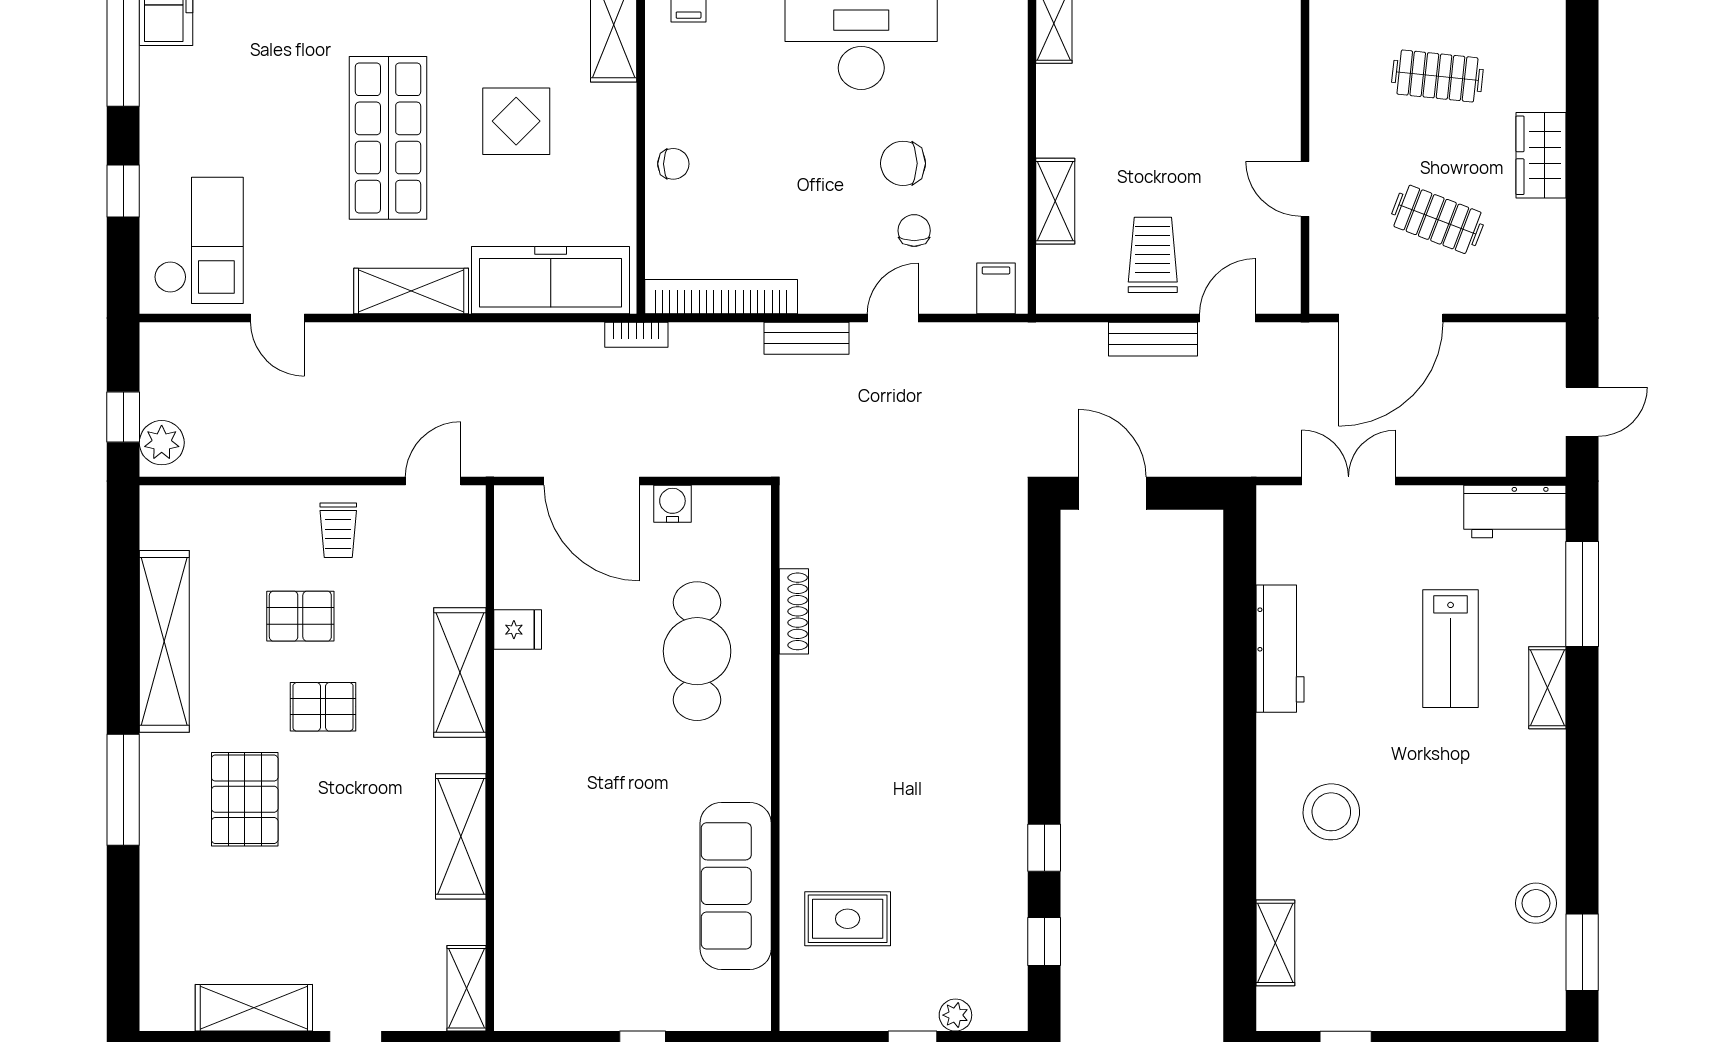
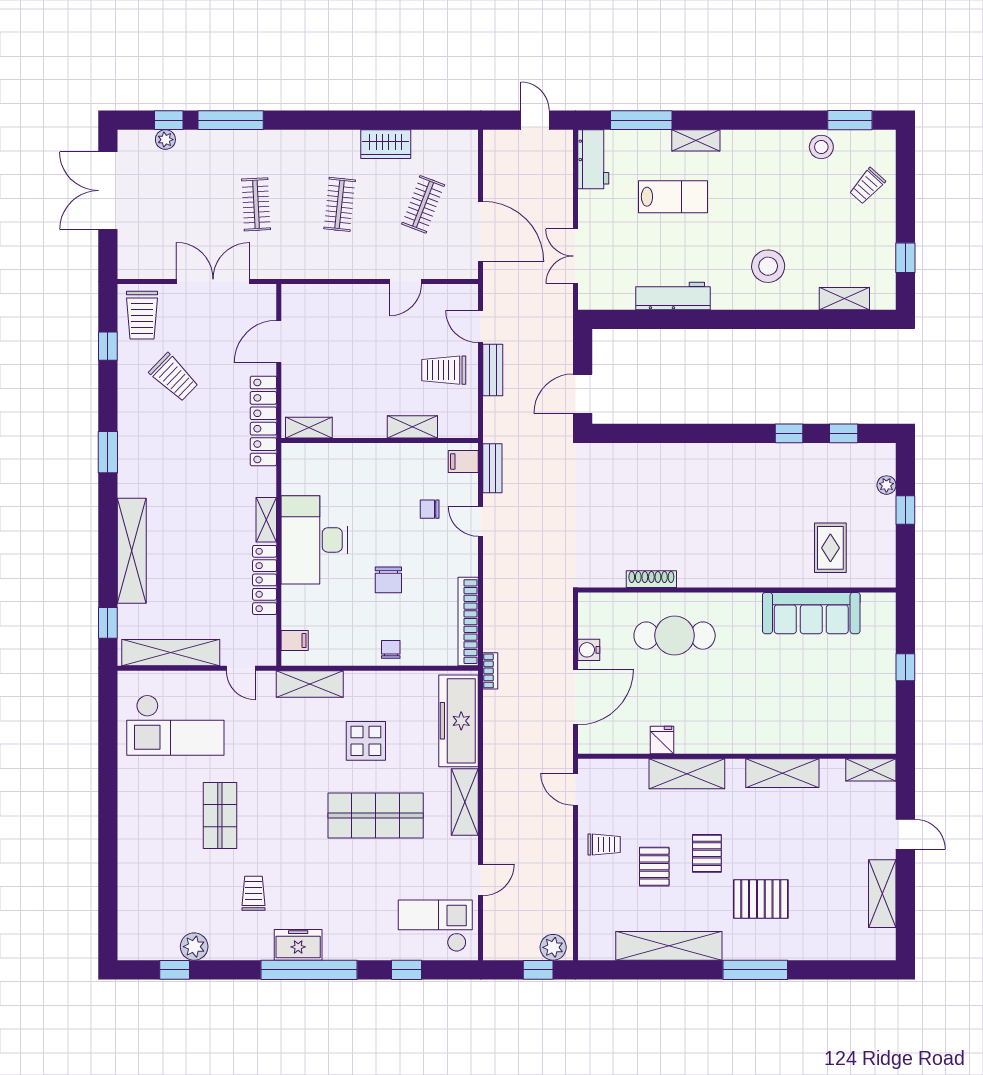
chair: (903, 163) -> (388, 580), moved
bench: (806, 338) -> (492, 468), moved
trolley: (1469, 982) -> (867, 186), added

